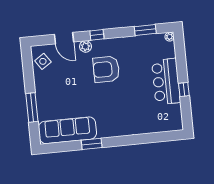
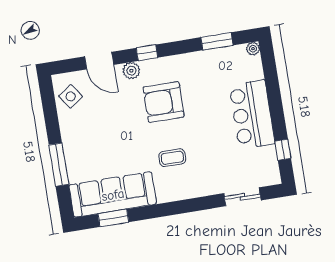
window: (184, 89) -> (283, 150), moved
coffee table: (110, 108) -> (172, 158), added
sliding door: (156, 137) -> (242, 197), added
window: (92, 144) -> (113, 218), moved

